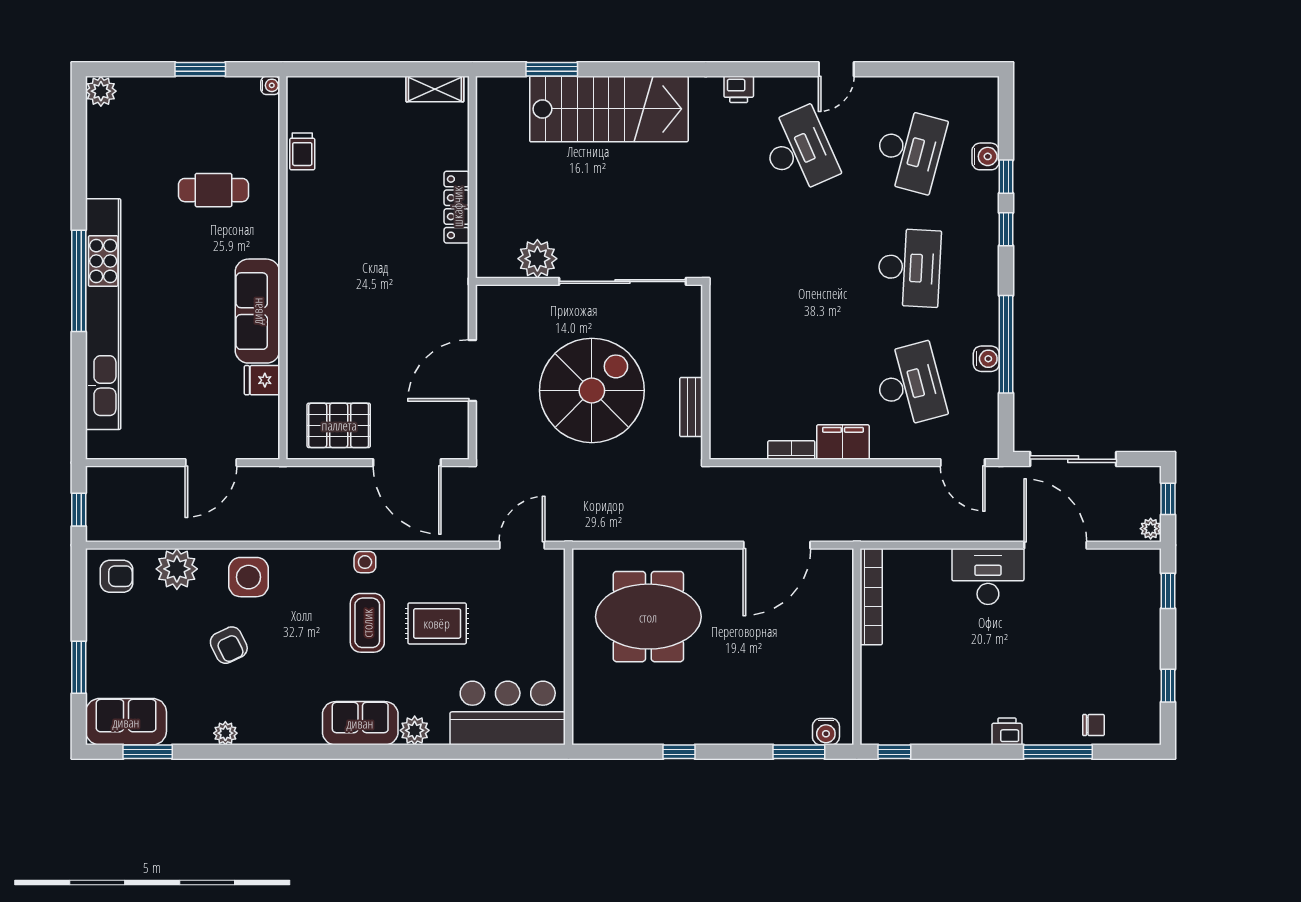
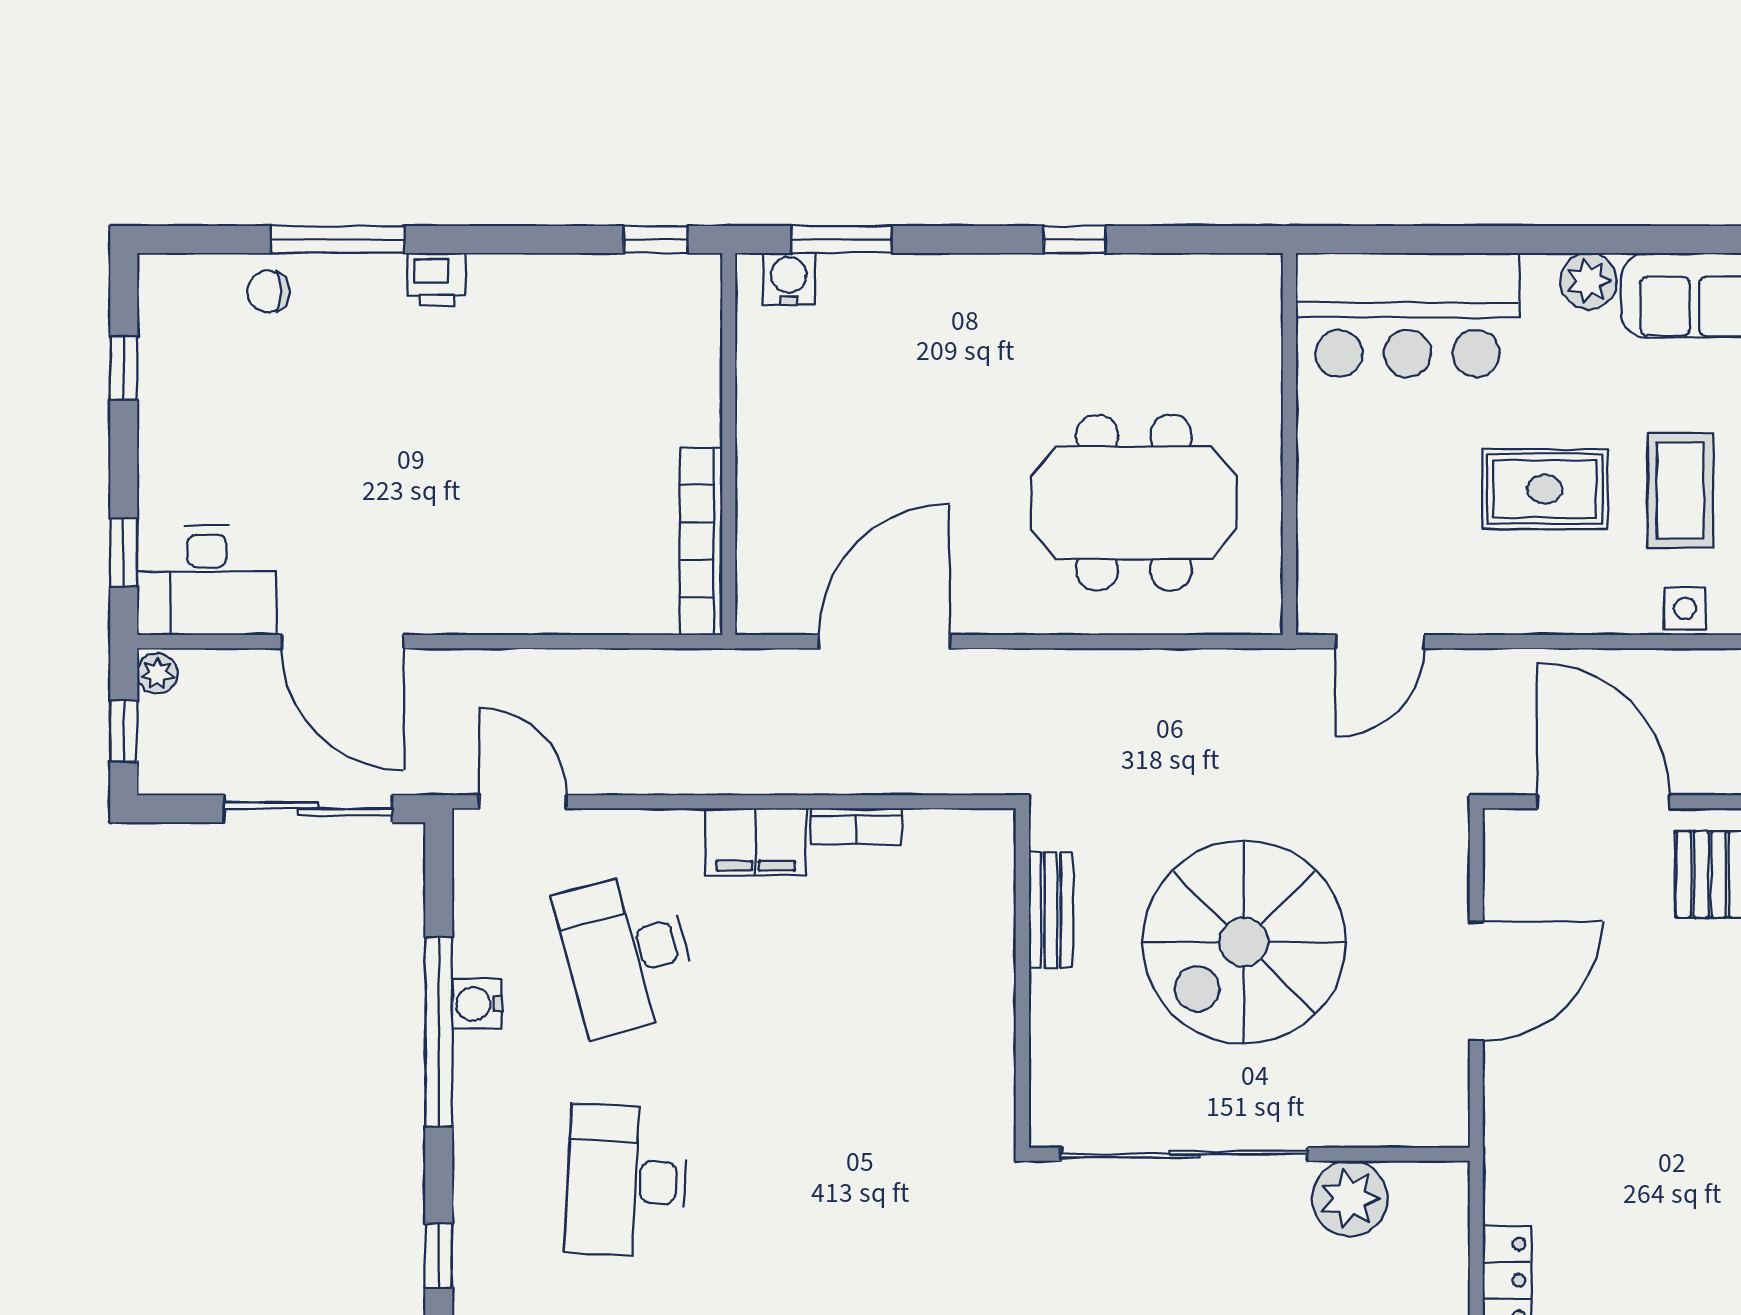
desk: (988, 576) -> (207, 580), moved

